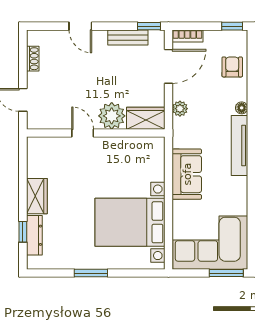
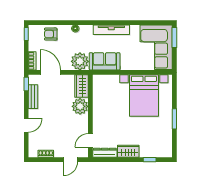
plant: (180, 109) -> (80, 61), width x1.88, depth x1.88
door: (83, 133) -> (90, 140), moved
tv unit: (240, 145) -> (111, 30), moved
sofa: (187, 174) -> (105, 61), moved
dresser: (34, 235) -> (105, 153), moved

